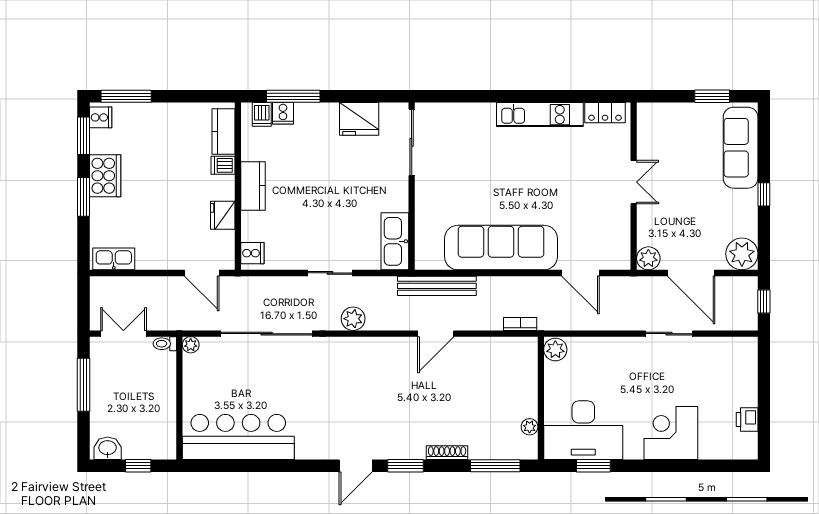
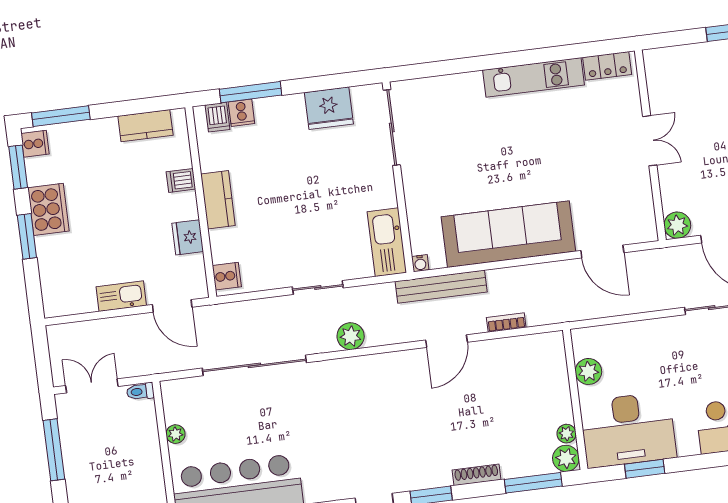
kitchen counter: (223, 132) -> (145, 126), moved, turned -90
kitchen sink: (114, 259) -> (121, 296), moved
water cooler: (421, 263) -> (420, 263), added
bookcase: (520, 324) -> (506, 322), moved
plant: (191, 345) -> (176, 434), moved
plant: (555, 349) -> (588, 371), moved
plant: (526, 448) -> (566, 458), added

